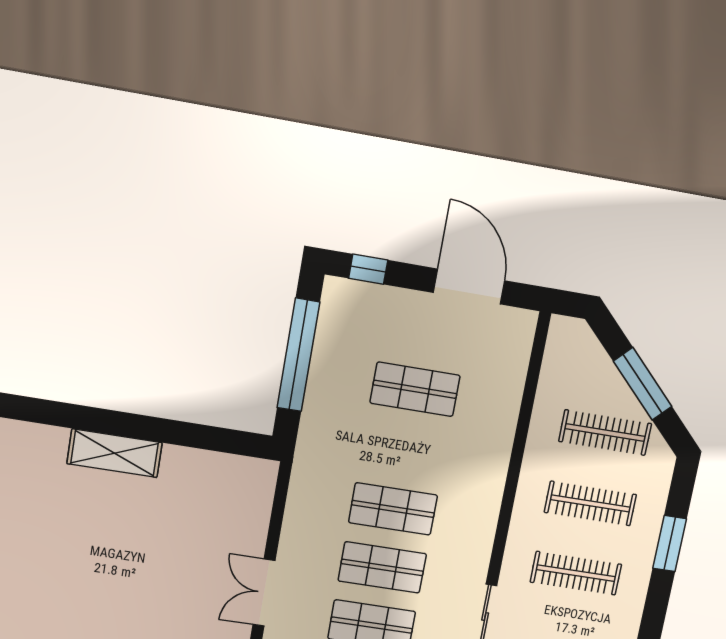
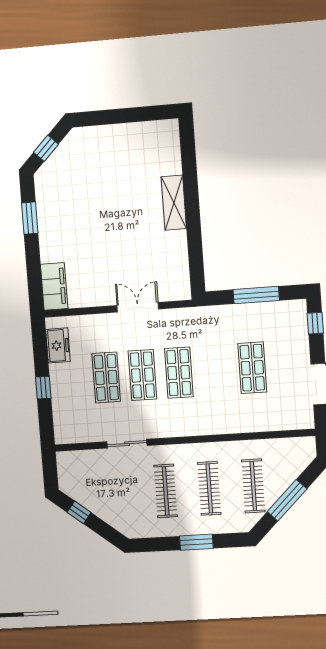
window: (298, 355) -> (256, 295), width x0.68
double door: (264, 593) -> (138, 307), moved

